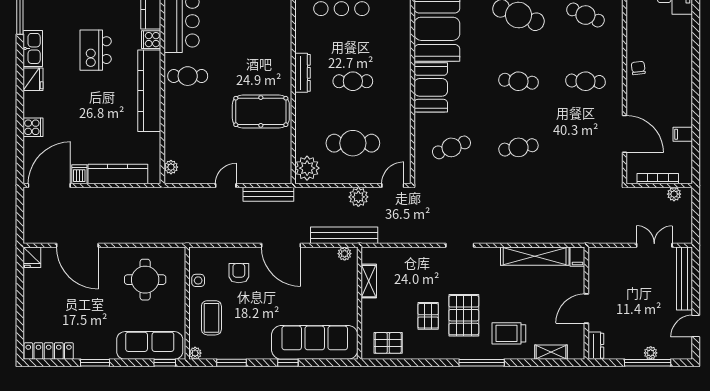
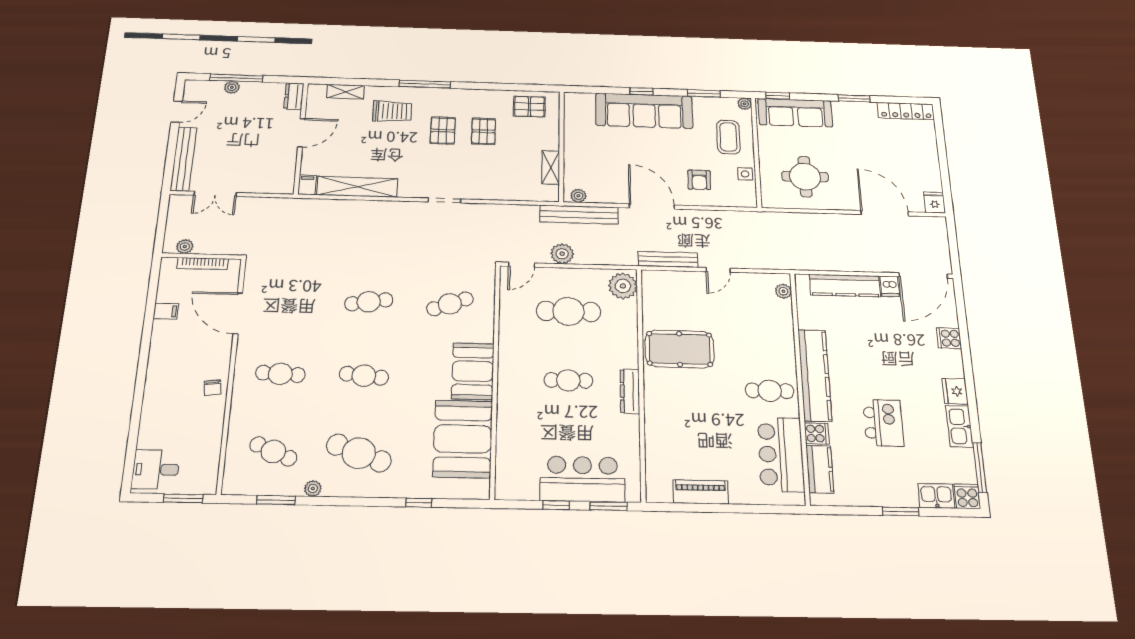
pallet: (464, 315) -> (443, 131), width x0.67, depth x0.71
sofa: (315, 342) -> (644, 111), moved

